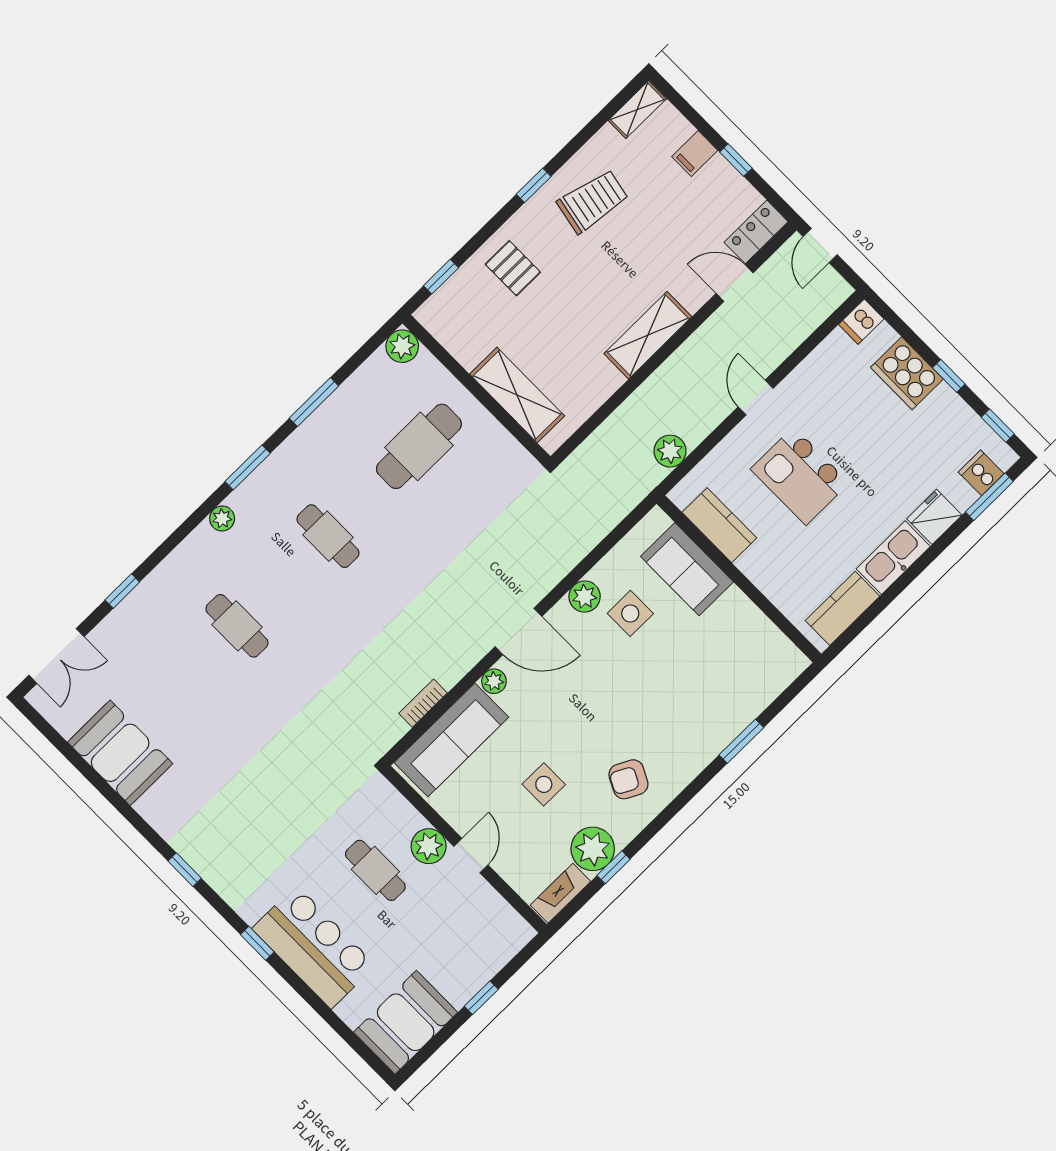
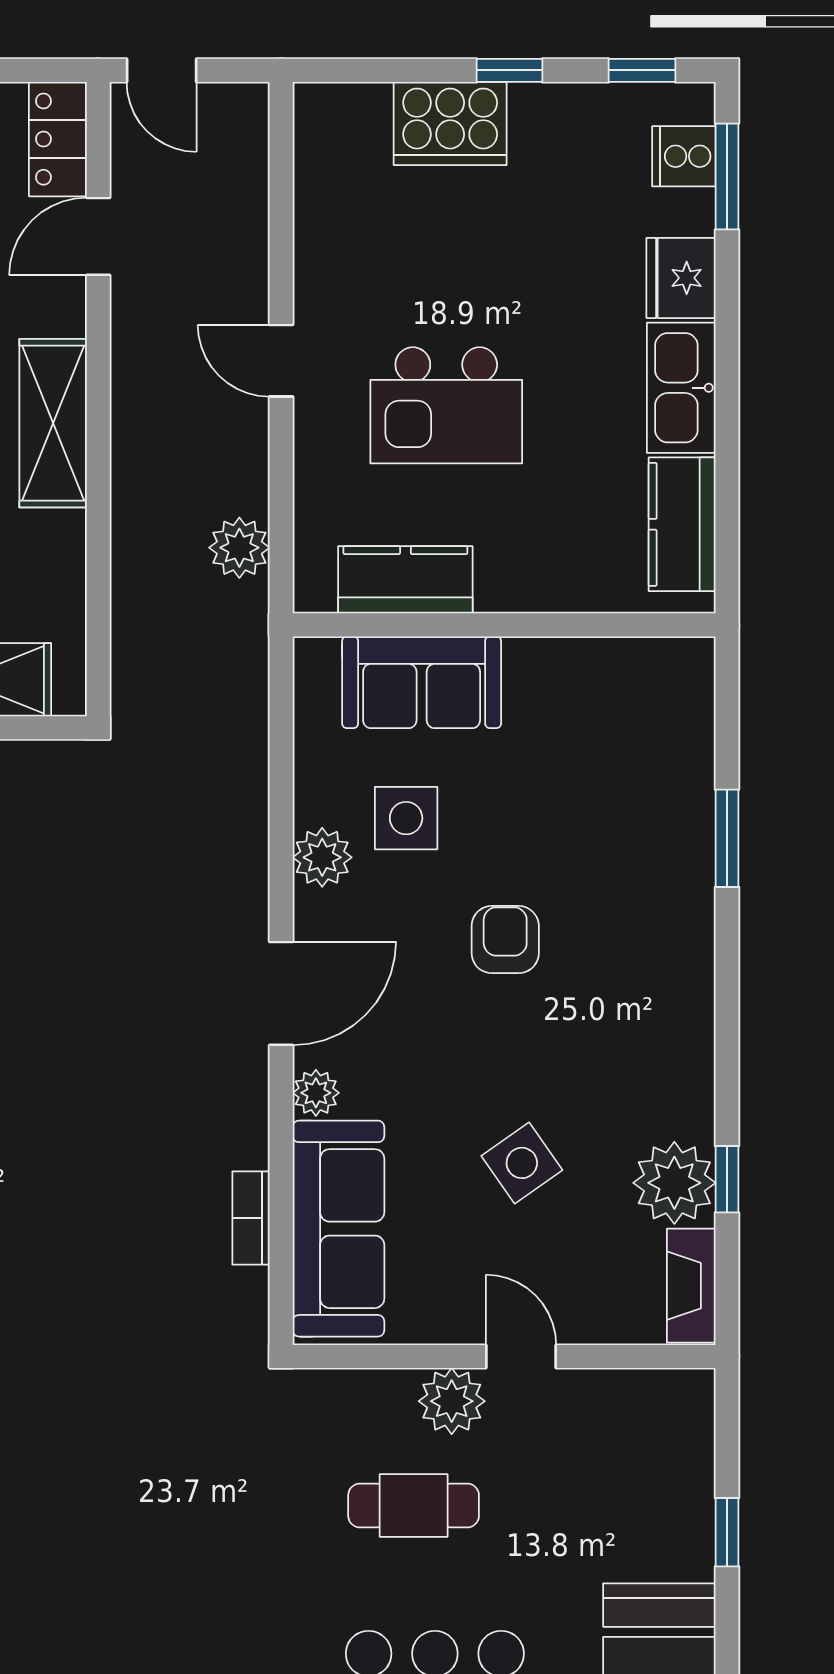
dishwasher: (861, 322) -> (319, 116), removed
armchair: (628, 779) -> (505, 940), moved, turned 153
side table: (544, 784) -> (522, 1163), turned -35

